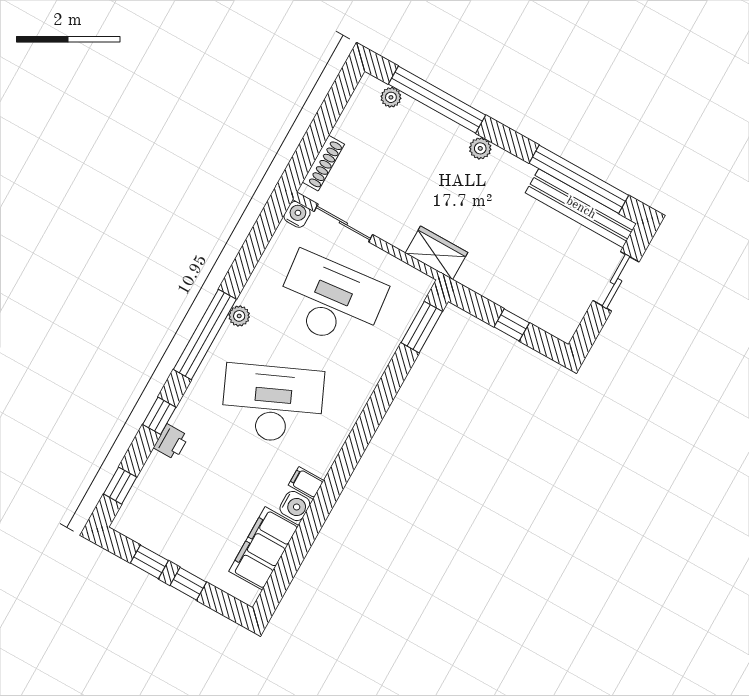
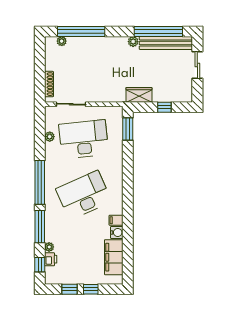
plant: (480, 148) -> (133, 42), moved
water cooler: (297, 214) -> (50, 111), removed
wardrobe: (437, 253) -> (139, 95), moved
plant: (239, 316) -> (50, 137), moved
window: (159, 416) -> (40, 227), width x2.17
printer: (171, 442) -> (51, 259), moved
plant: (156, 463) -> (49, 247), added

